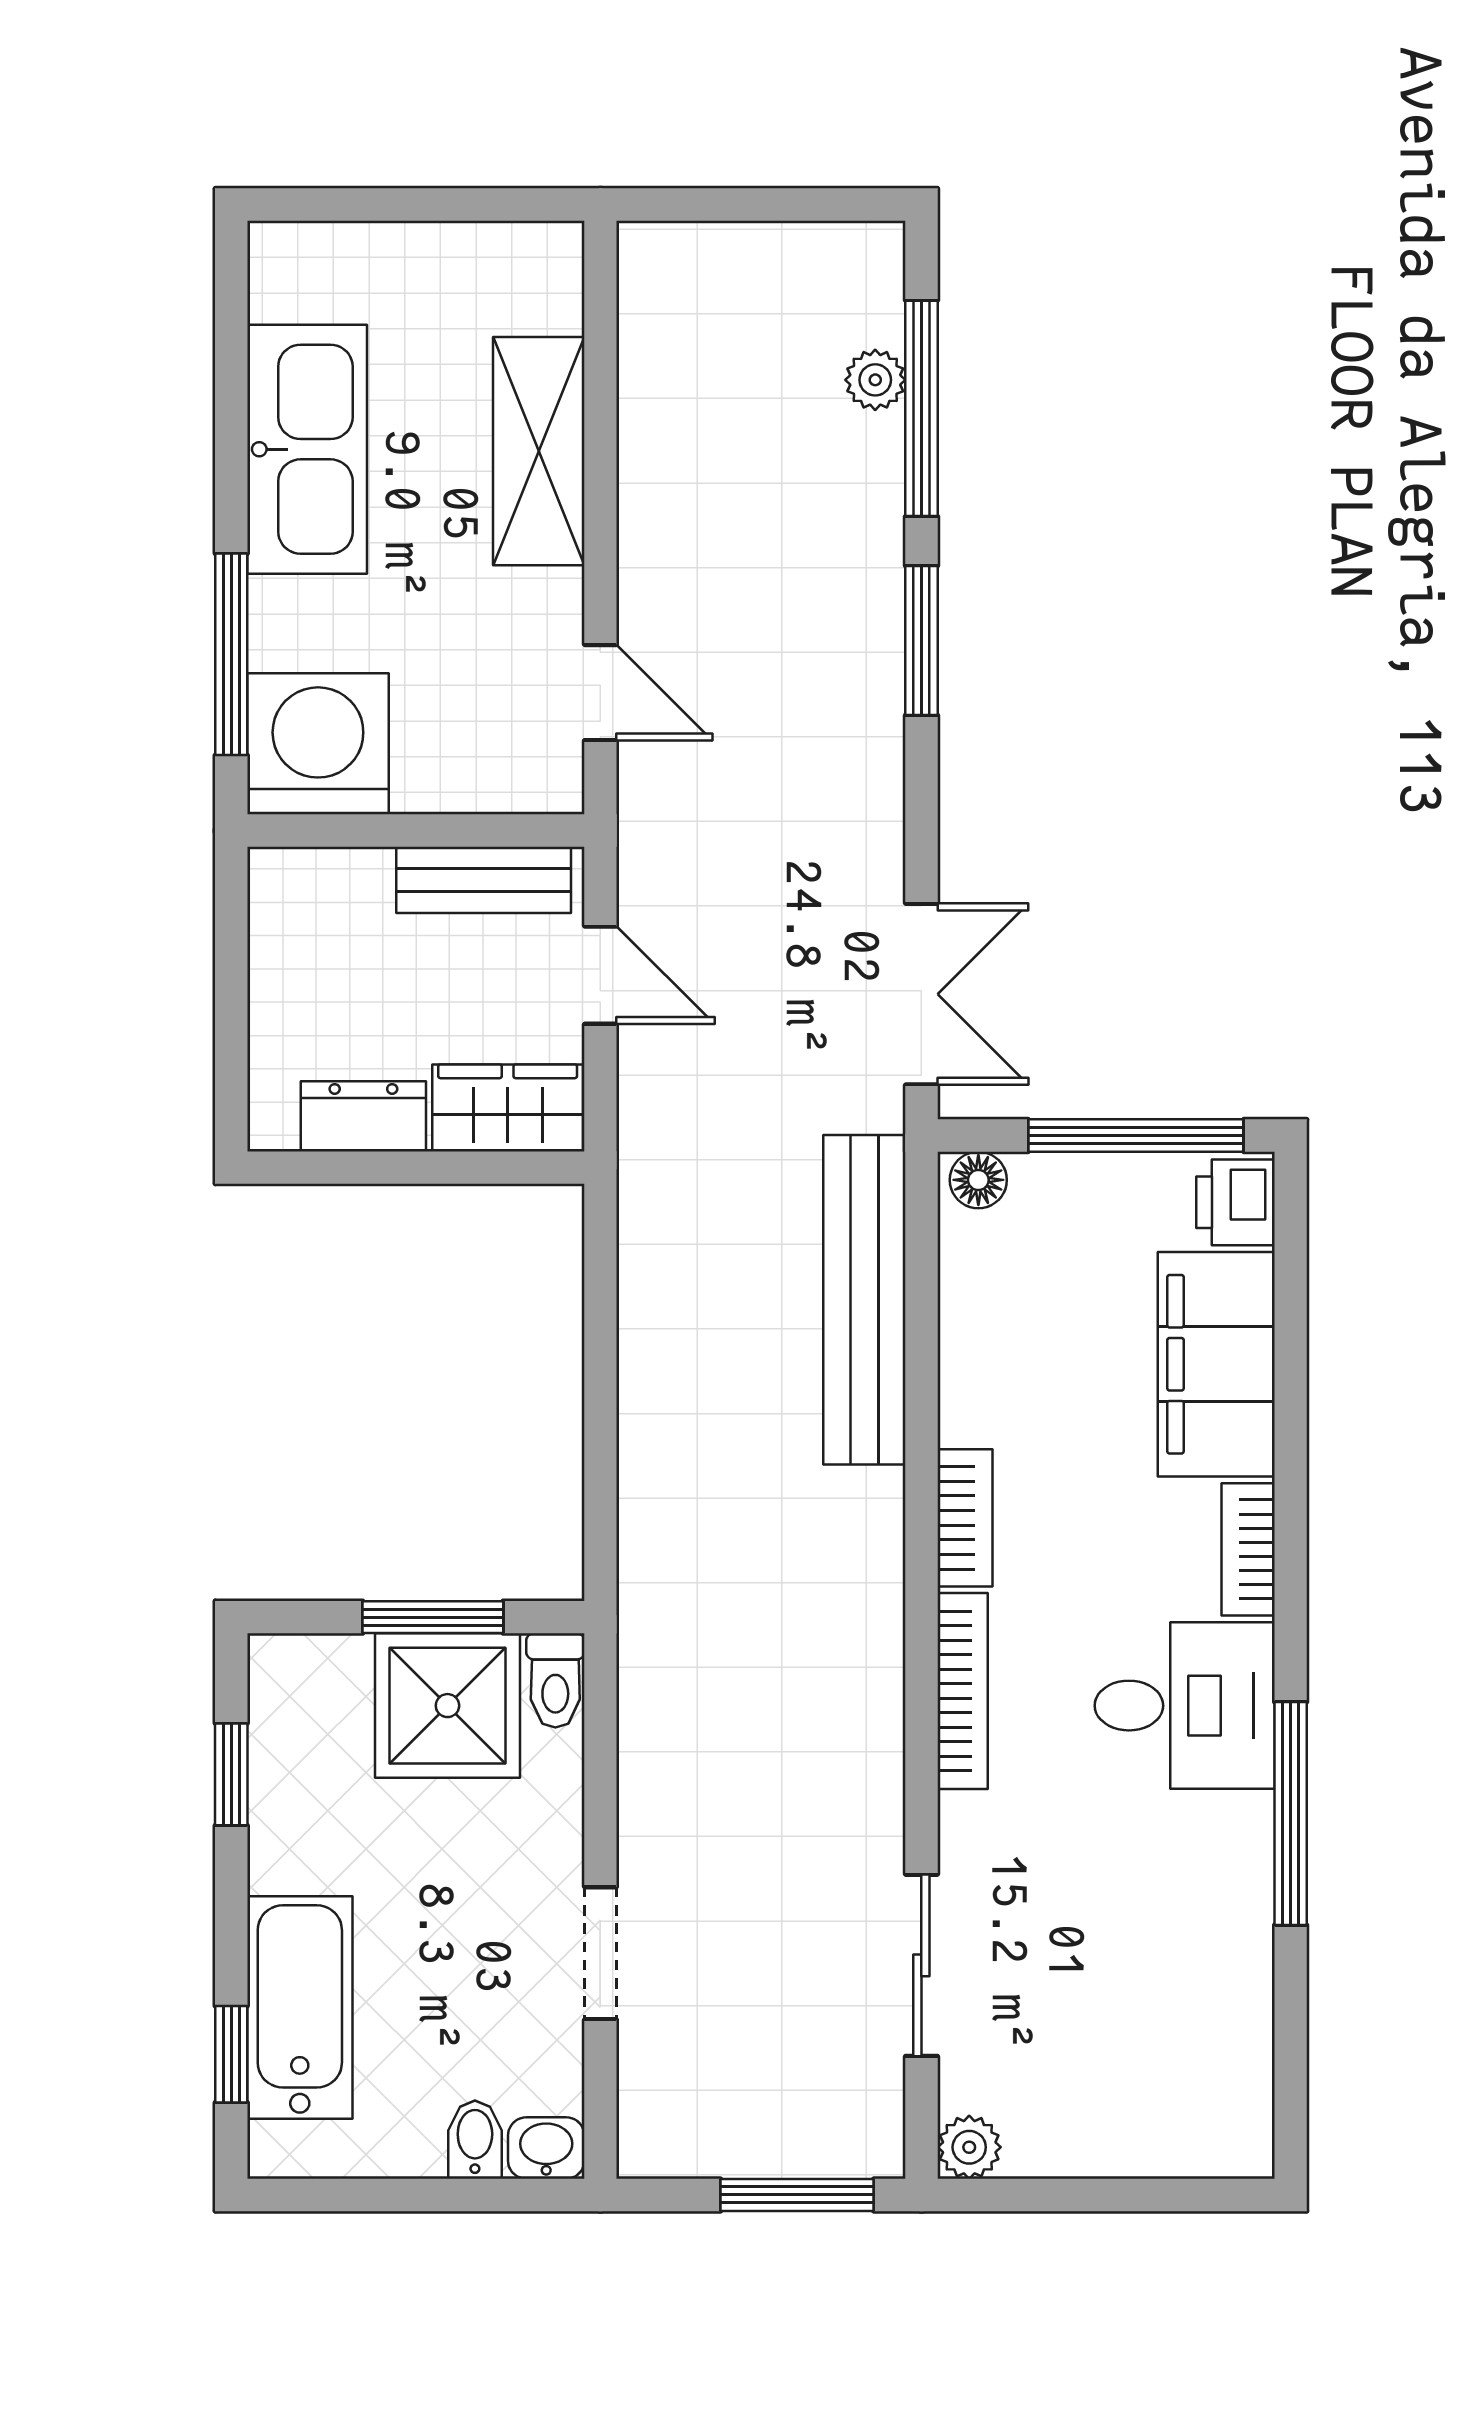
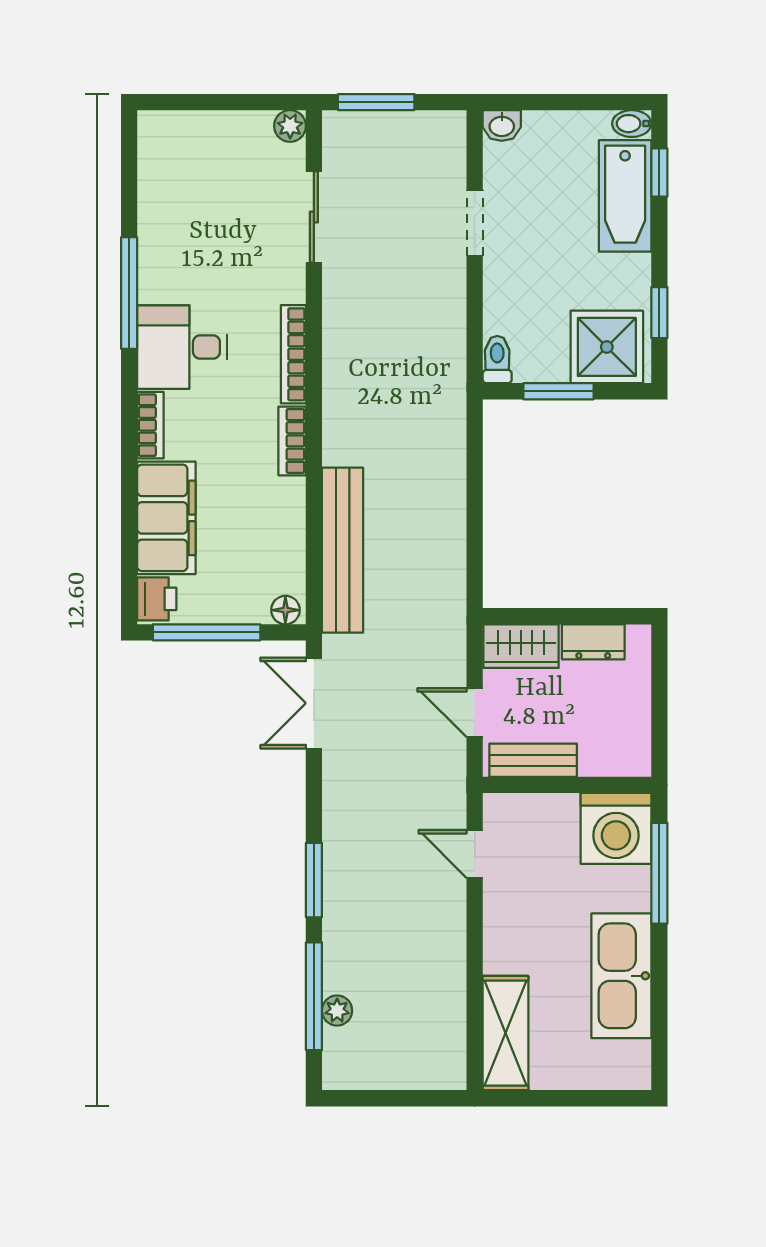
shelving: (539, 451) -> (505, 1033), moved
shower: (447, 1706) -> (607, 347), moved
bidet: (475, 2140) -> (632, 124), moved, turned 90

